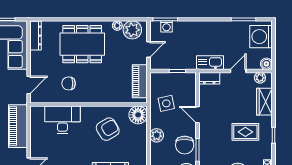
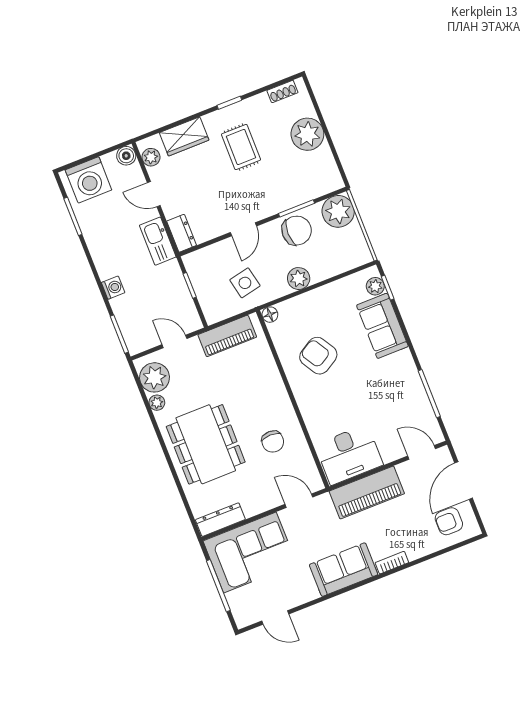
washing machine: (167, 26) -> (113, 288), moved
floor lamp: (138, 115) -> (270, 315), width x0.53, depth x0.53
desk: (62, 120) -> (349, 455), moved, turned -90

